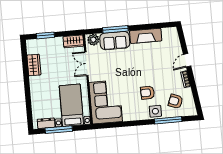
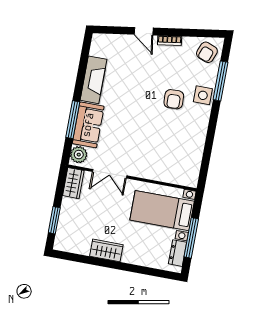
wardrobe: (34, 65) -> (106, 250), moved
armchair: (176, 101) -> (207, 52), moved
corner sofa: (106, 102) -> (171, 161), removed

